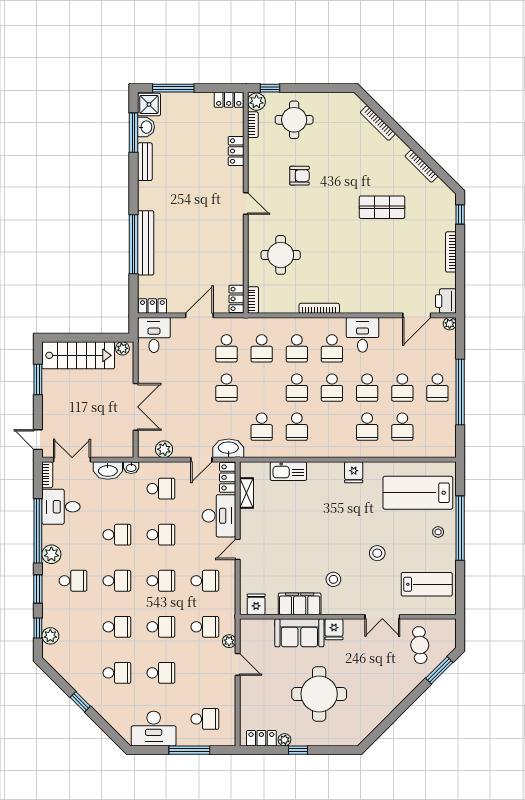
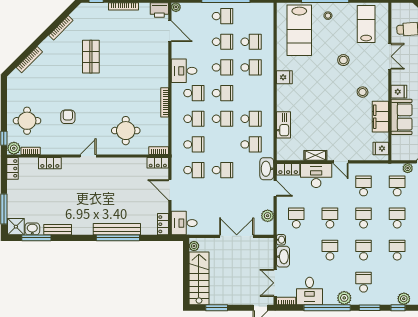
shelving: (247, 493) -> (315, 155), moved

